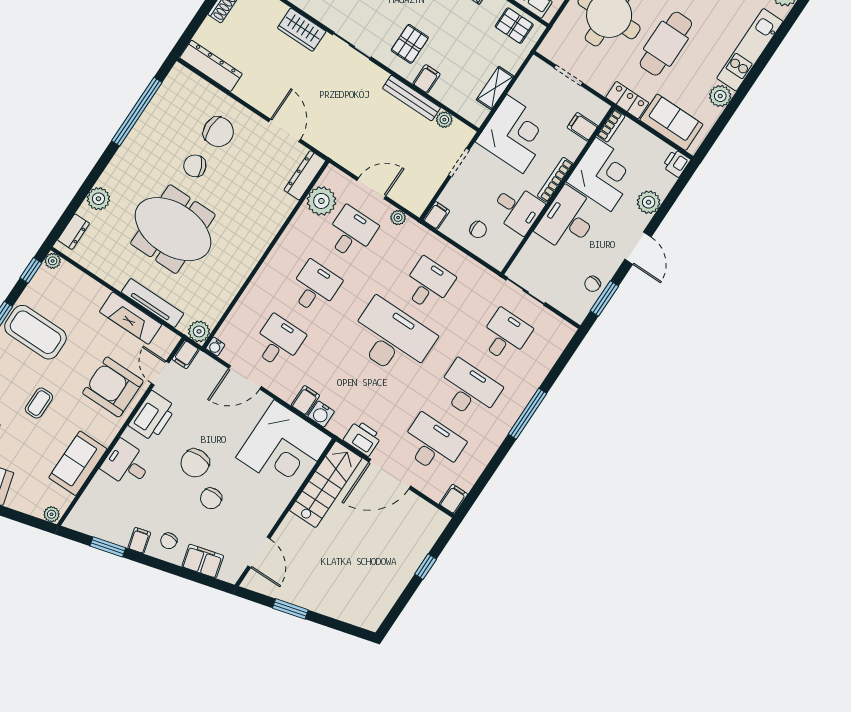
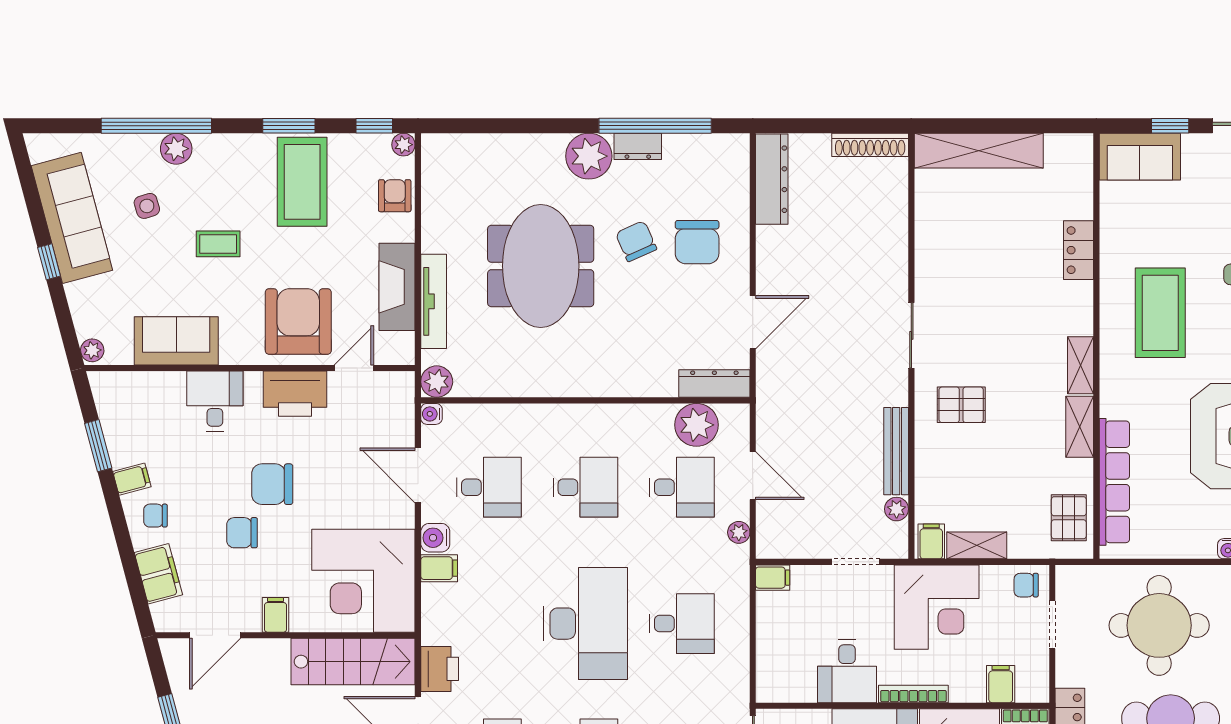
wardrobe: (302, 30) -> (890, 261), removed
filing cabinet: (426, 79) -> (931, 541), moved, turned -90
plant: (98, 199) -> (589, 156), moved, width x1.36, depth x1.36
chair: (478, 230) -> (1026, 585), moved, turned 90
dresser: (74, 232) -> (638, 146), moved
armchair: (78, 285) -> (395, 196), added
filing cabinet: (186, 354) -> (276, 615), moved, turned 90
water cooler: (321, 414) -> (435, 538), moved

